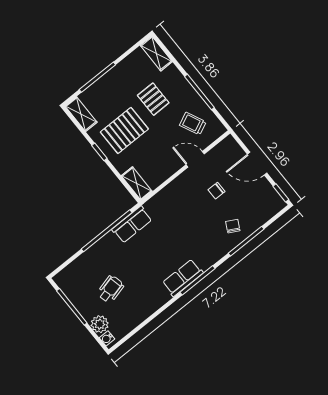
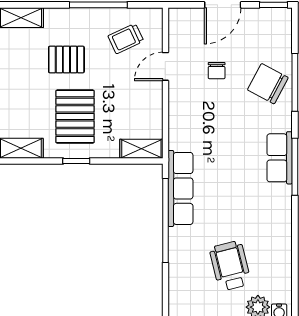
row of seats: (132, 225) -> (180, 188), width x1.48
chair: (233, 226) -> (268, 84), width x1.87, depth x1.87
row of seats: (183, 278) -> (280, 158), moved
wheelchair: (111, 289) -> (230, 266), width x1.36, depth x1.37

